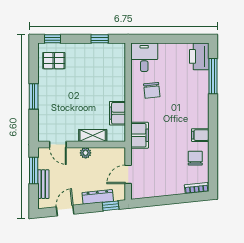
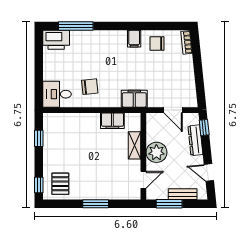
plant: (86, 153) -> (156, 152), width x1.88, depth x1.88

